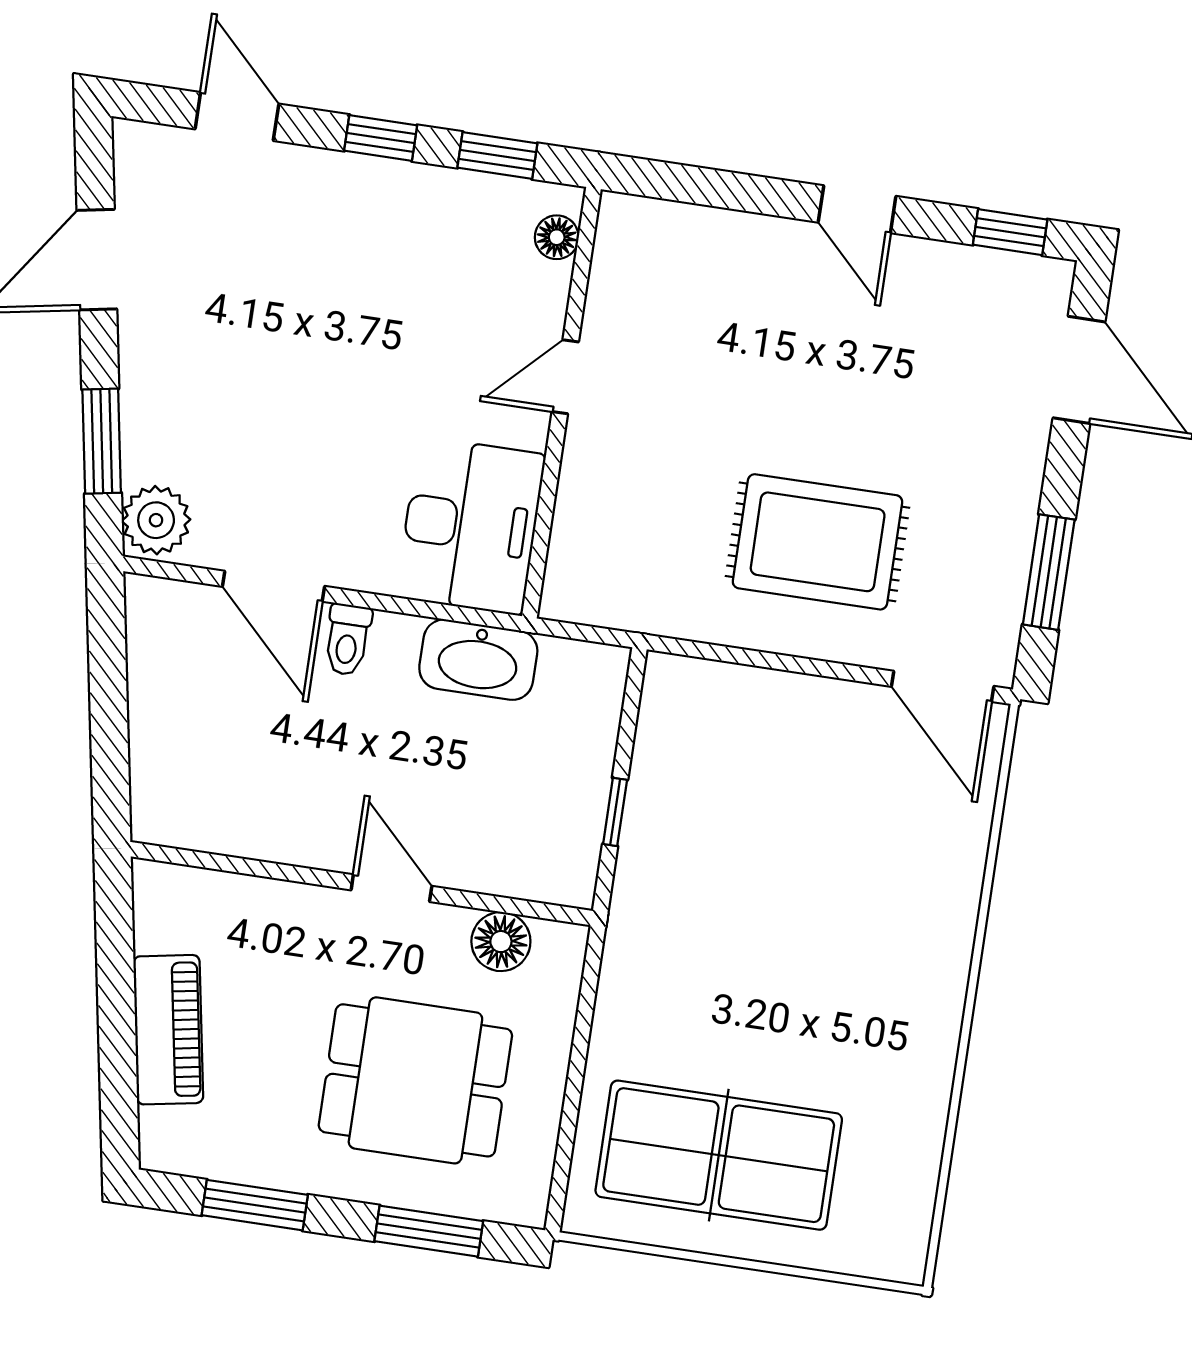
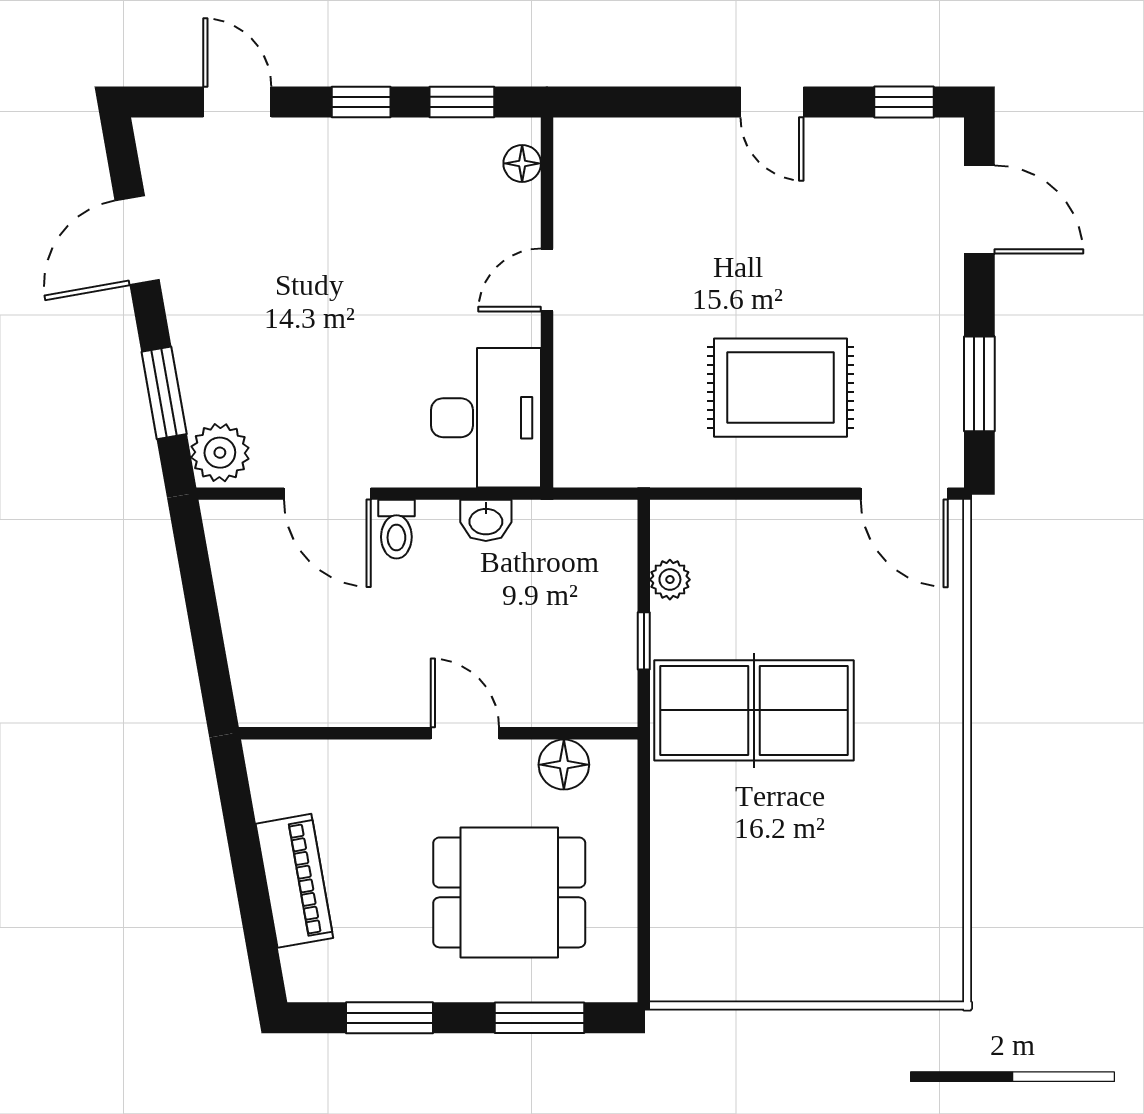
washbasin: (478, 660) -> (486, 520), width x0.52, depth x0.69
plant: (656, 745) -> (670, 580), added
table tennis table: (719, 1155) -> (754, 710), moved

